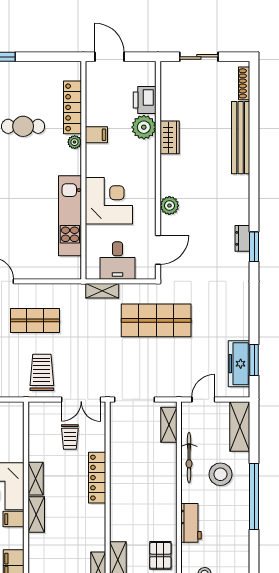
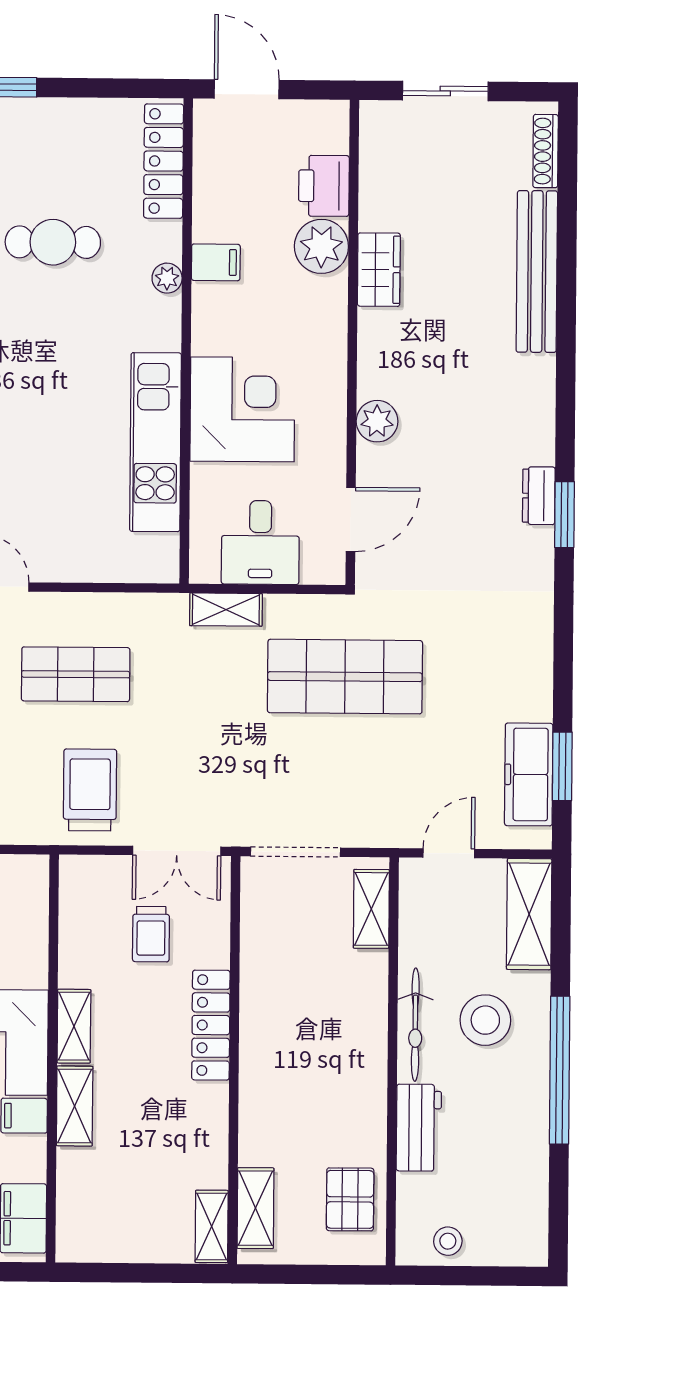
locker: (72, 107) -> (164, 161), moved
bicycle: (189, 458) -> (415, 1025), moved

